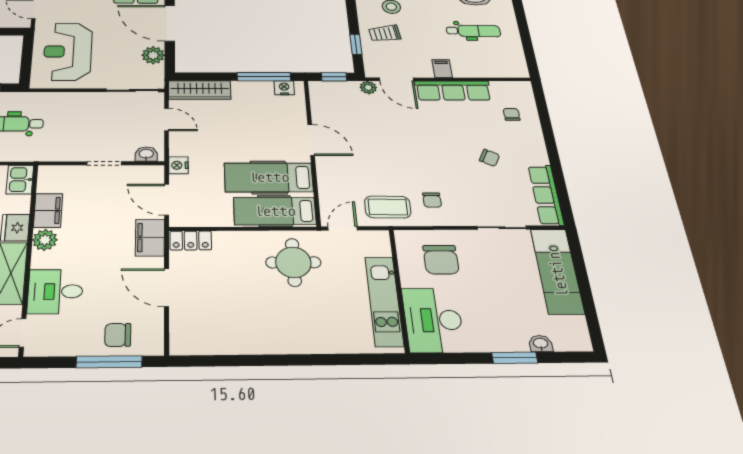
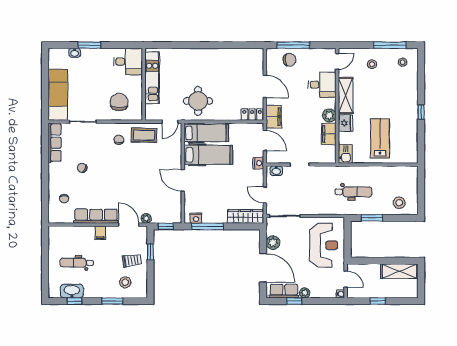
desk: (433, 320) -> (128, 62), width x0.73

